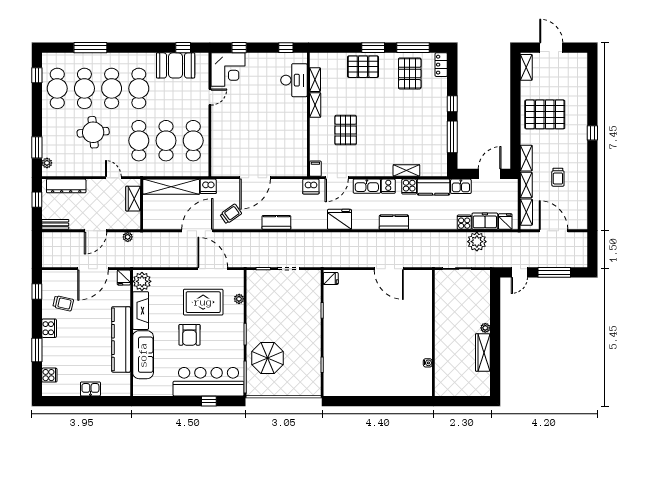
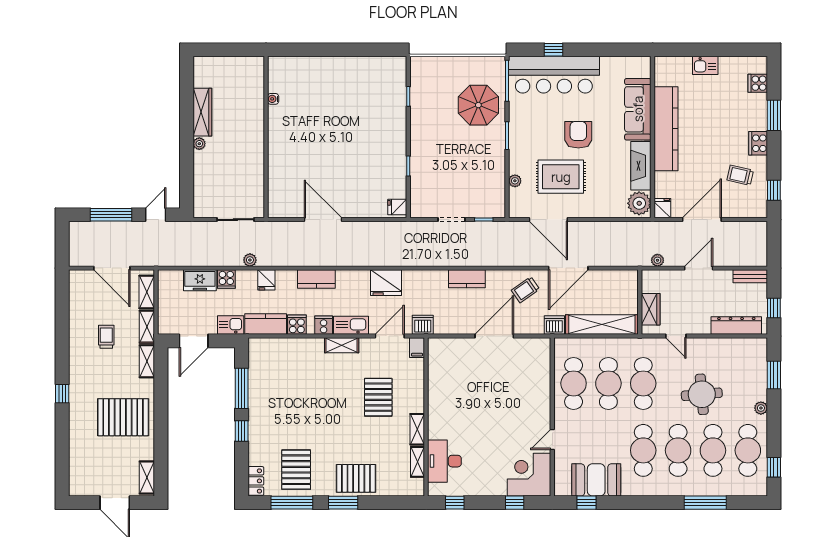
plant: (47, 163) -> (761, 408), moved
shelving: (406, 170) -> (342, 345), moved
fridge: (505, 222) -> (266, 280), moved
plant: (477, 242) -> (250, 260), moved, width x0.53, depth x0.53

